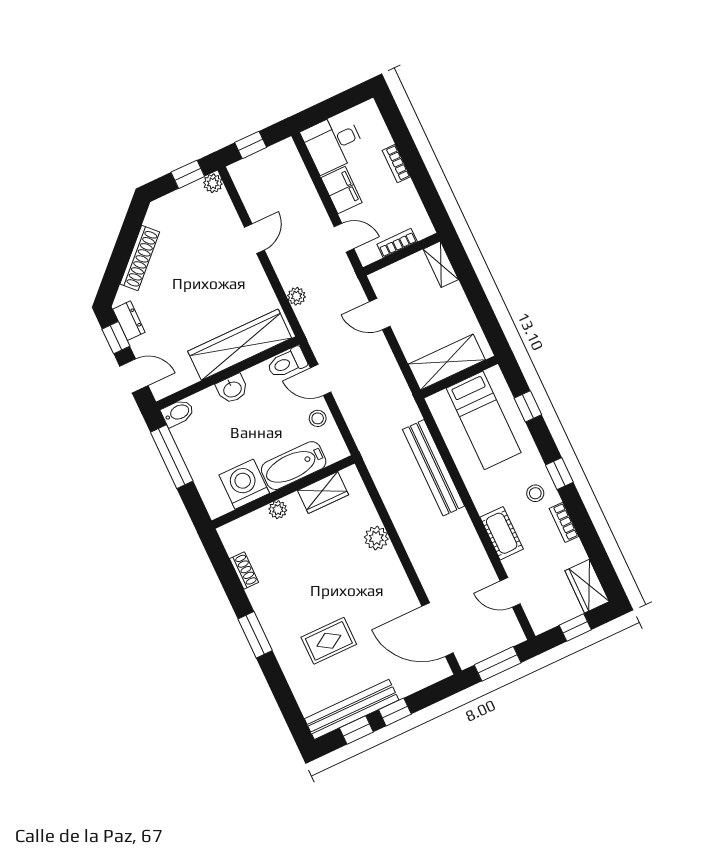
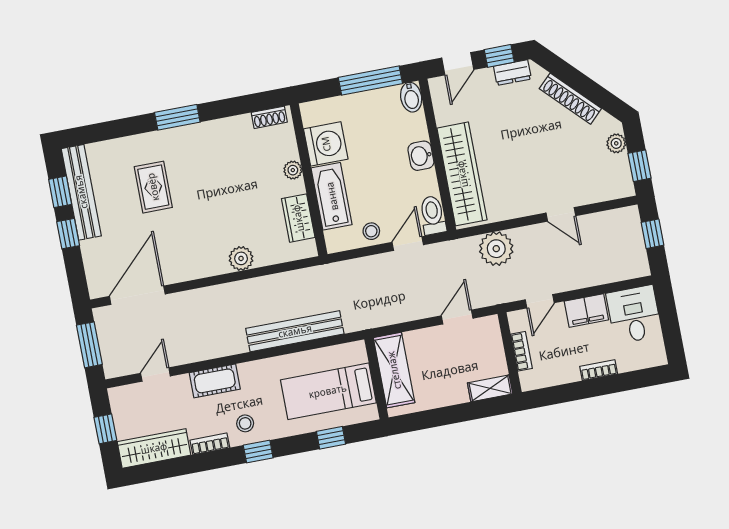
plant: (213, 183) -> (616, 143), moved
plant: (296, 296) -> (496, 249), width x1.88, depth x1.88
shoe rack: (244, 571) -> (269, 117), moved
wardrobe: (587, 586) -> (154, 448), width x1.50

